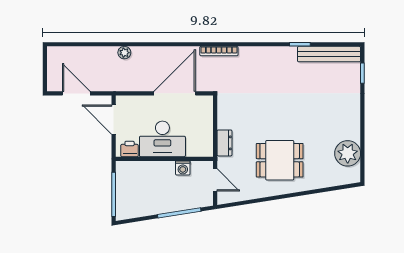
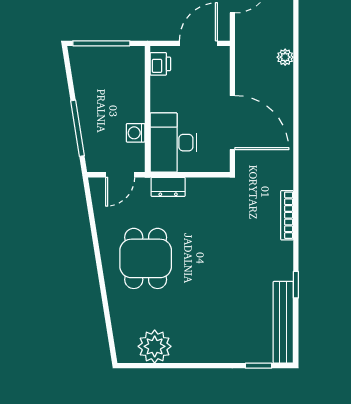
bookcase: (219, 51) -> (287, 215), moved
desk: (162, 139) -> (173, 143), moved

